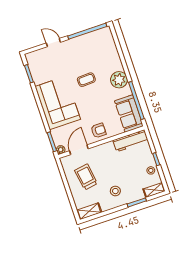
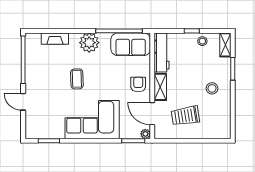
door: (53, 43) -> (23, 102), hinge flipped
fireplace: (113, 51) -> (55, 39), added
shelving: (89, 211) -> (160, 87), moved

